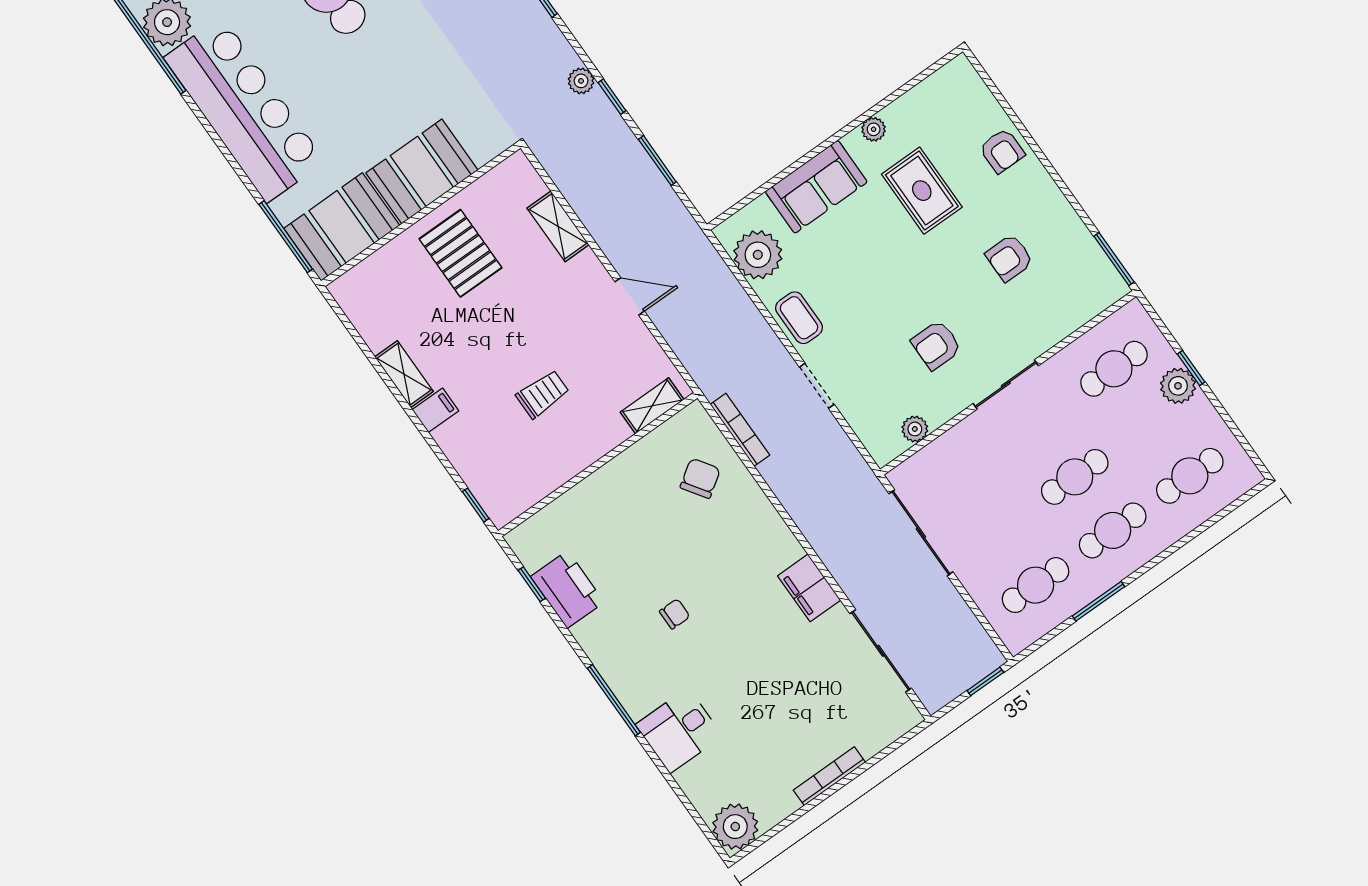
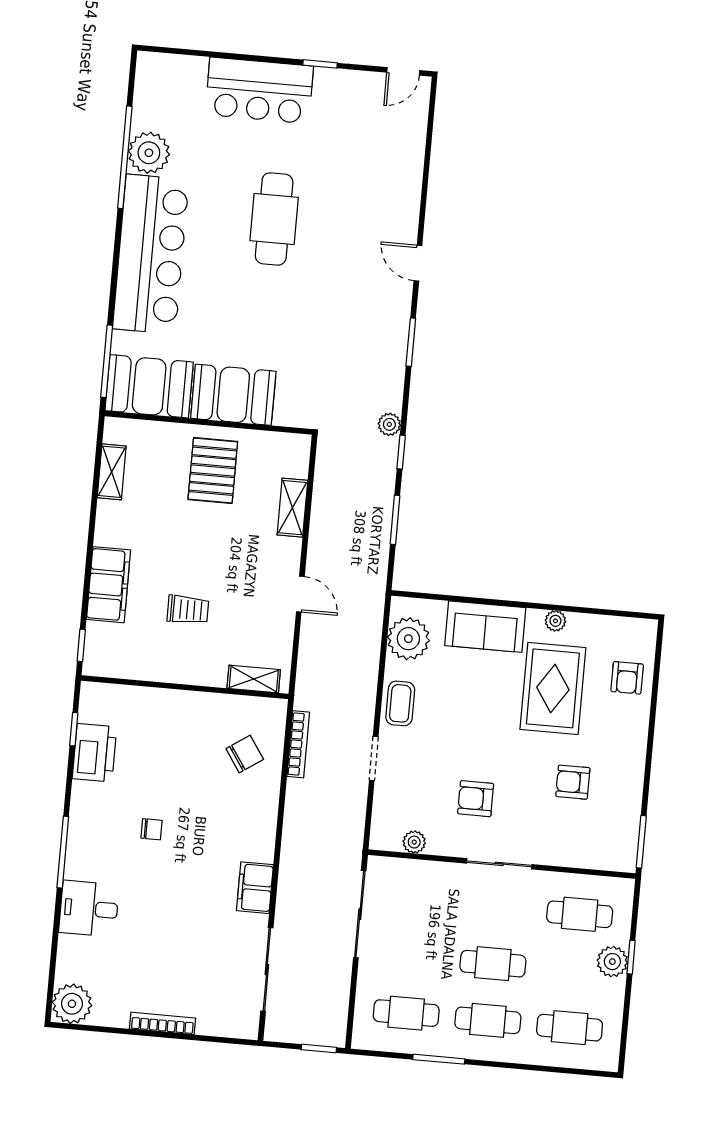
armchair: (1002, 151) -> (627, 678), moved
rug: (922, 191) -> (553, 688), width x1.36, depth x1.43
shelving: (404, 374) -> (112, 472), moved
filing cabinet: (435, 410) -> (108, 585), width x3.00, depth x1.17

